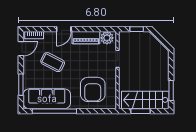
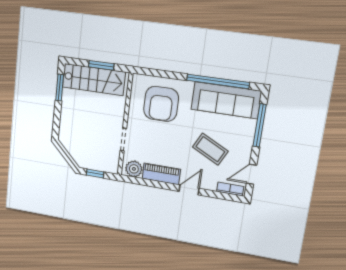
window: (21, 85) -> (260, 125), width x1.44
armchair: (93, 89) -> (161, 104), turned 180

